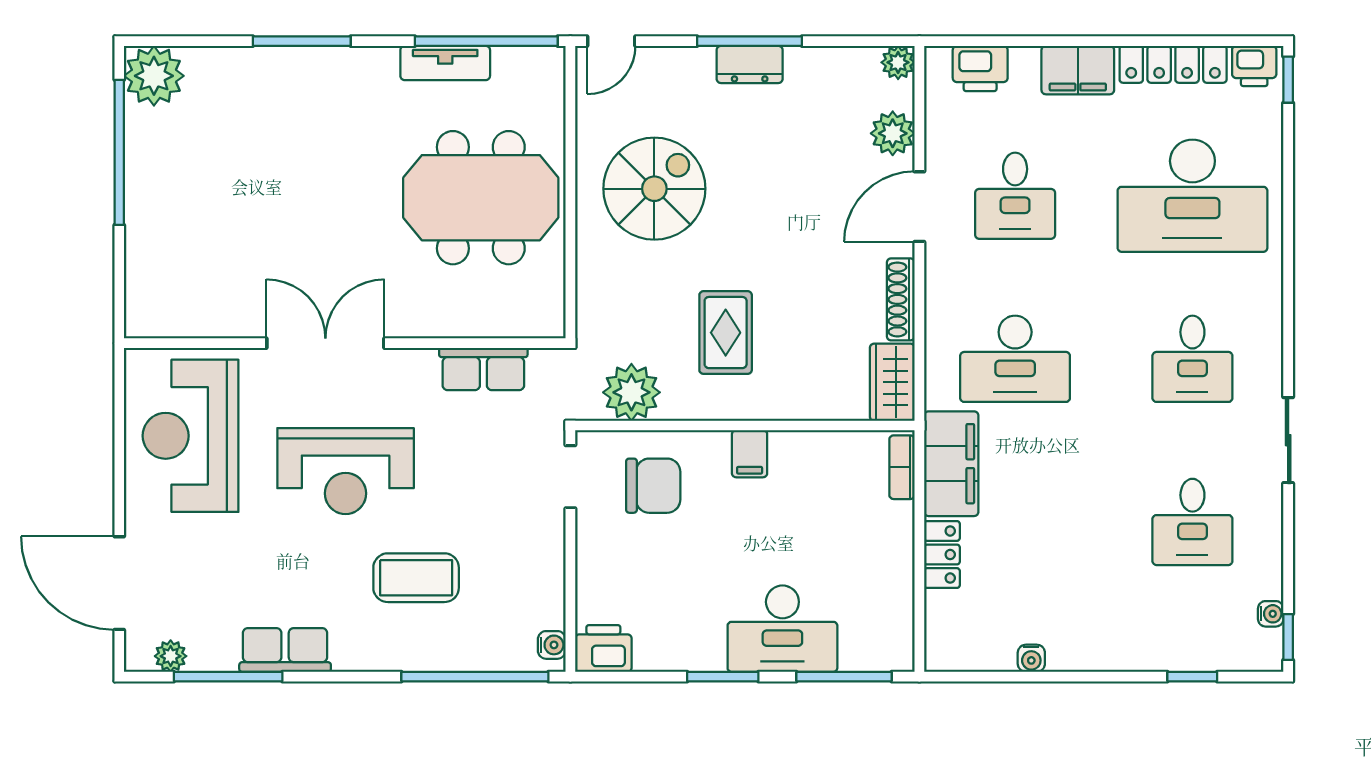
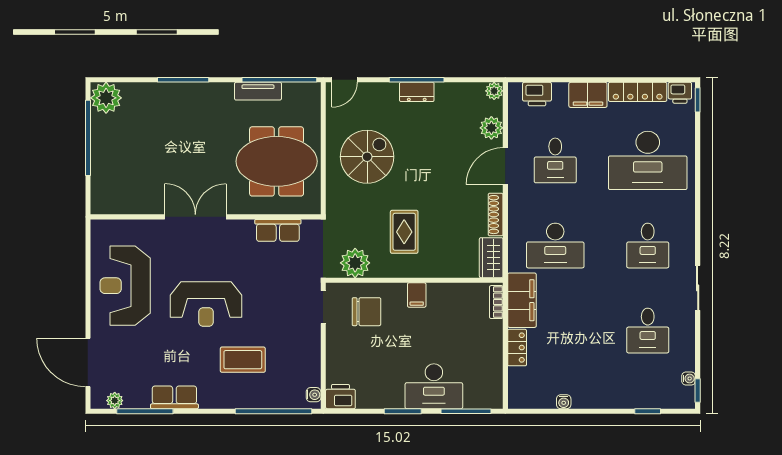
double door: (325, 343) -> (195, 217), moved
wall: (345, 343) -> (206, 217), moved
row of seats: (483, 369) -> (278, 230), moved

